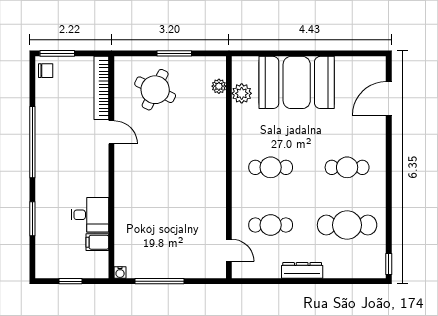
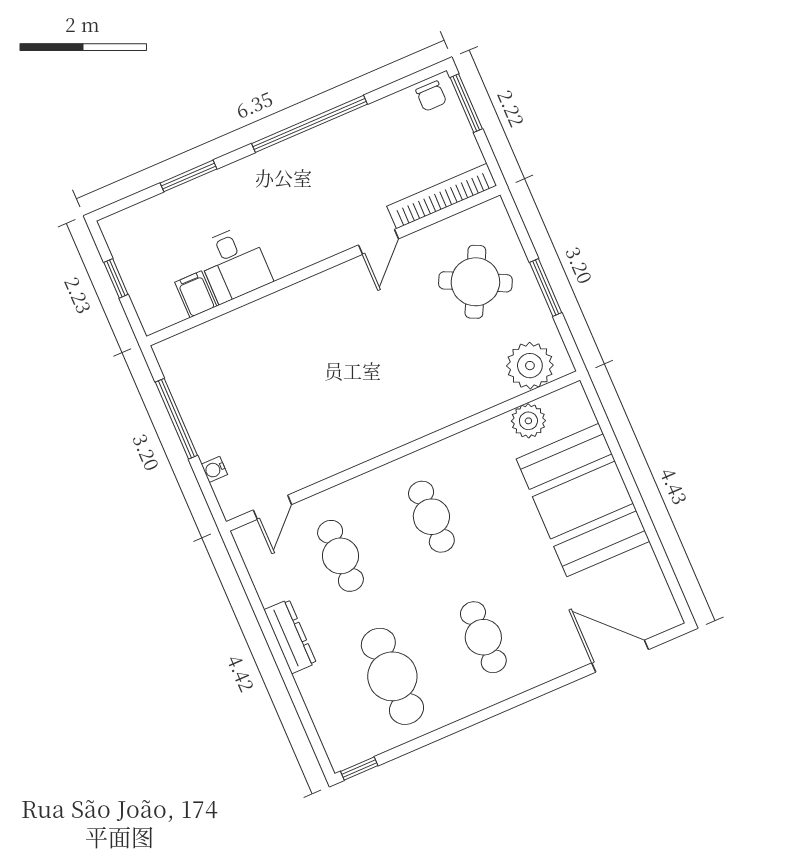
plant: (219, 86) -> (530, 366), width x1.88, depth x1.88
water cooler: (120, 273) -> (214, 469), moved

